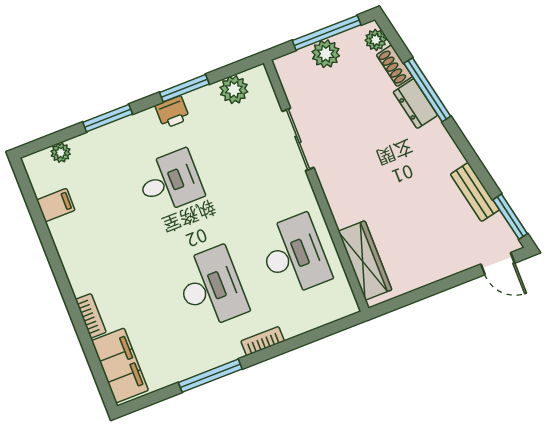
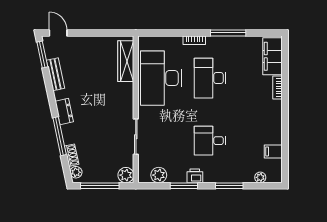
plant: (326, 54) -> (126, 175), moved
dresser: (415, 104) -> (64, 112), moved
desk: (294, 255) -> (161, 78), width x1.36, depth x1.30

